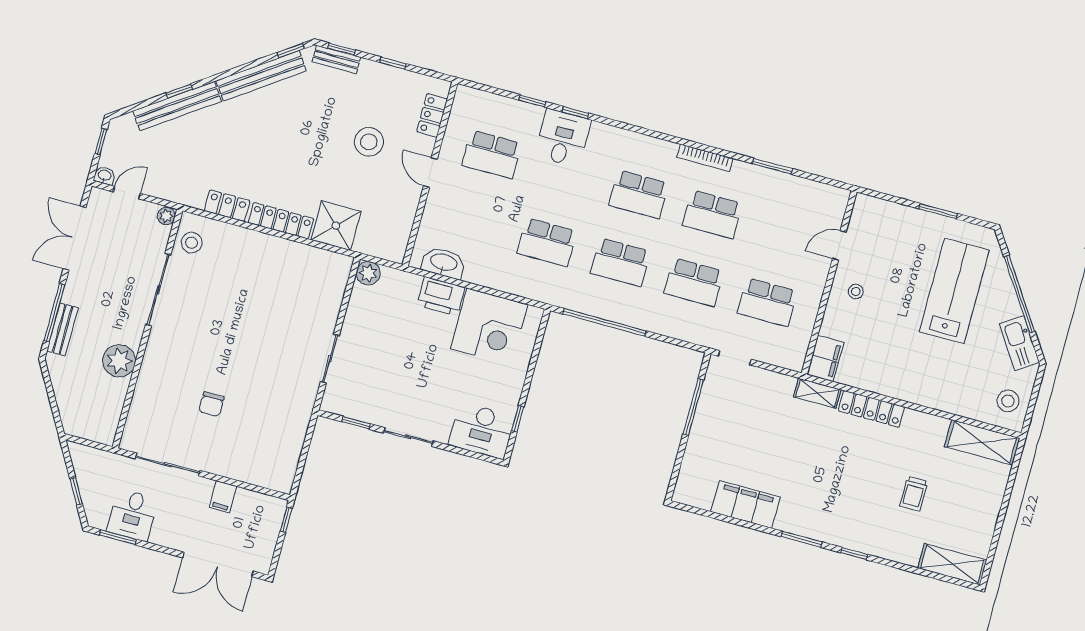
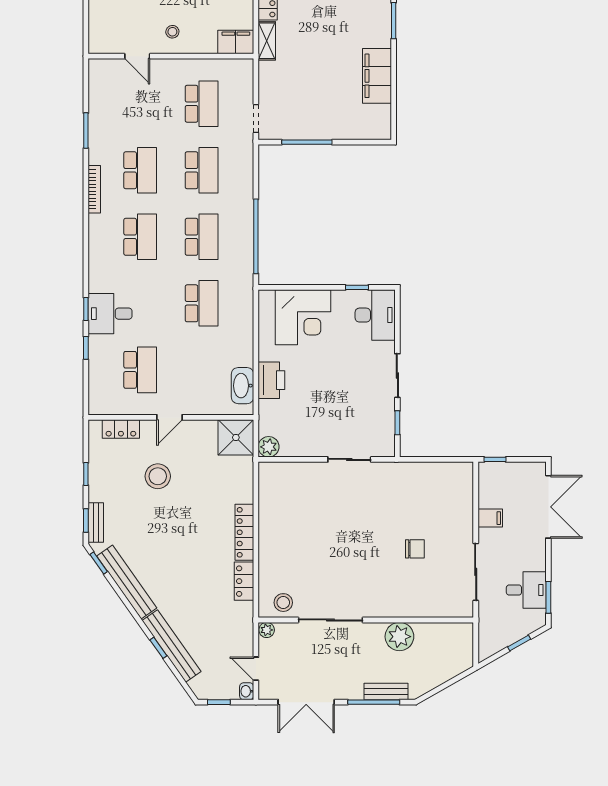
shower: (336, 226) -> (236, 437), moved
corner desk: (489, 327) -> (303, 317), moved, turned 90

